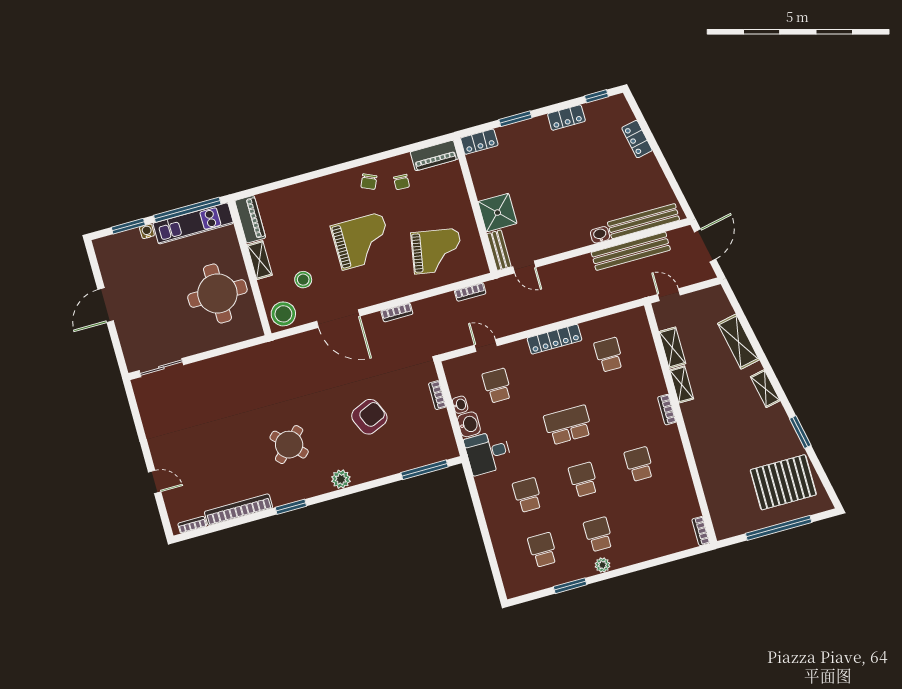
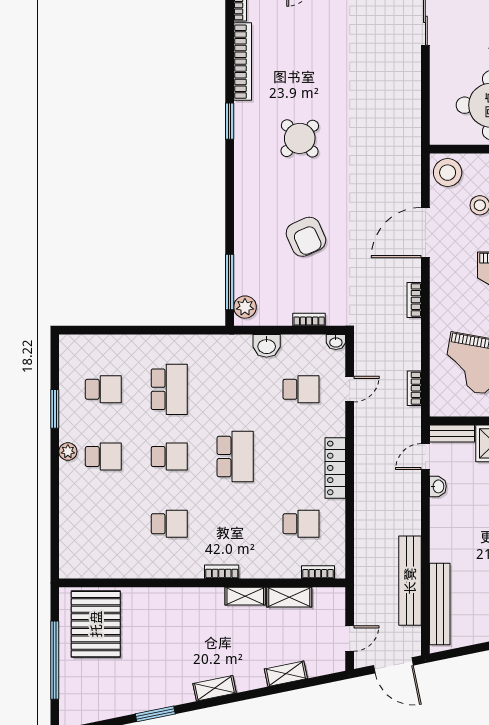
washbasin: (600, 235) -> (438, 486), moved
door: (669, 295) -> (350, 639), moved
shelving: (738, 342) -> (286, 674), width x0.67, depth x0.75
washbasin: (460, 405) -> (336, 342), moved
desk: (488, 453) -> (229, 358), removed
plant: (341, 479) -> (245, 307), moved
pallet: (783, 482) -> (96, 624), moved
school desk: (527, 495) -> (169, 389), width x1.85
bookcase: (701, 531) -> (318, 572), moved

